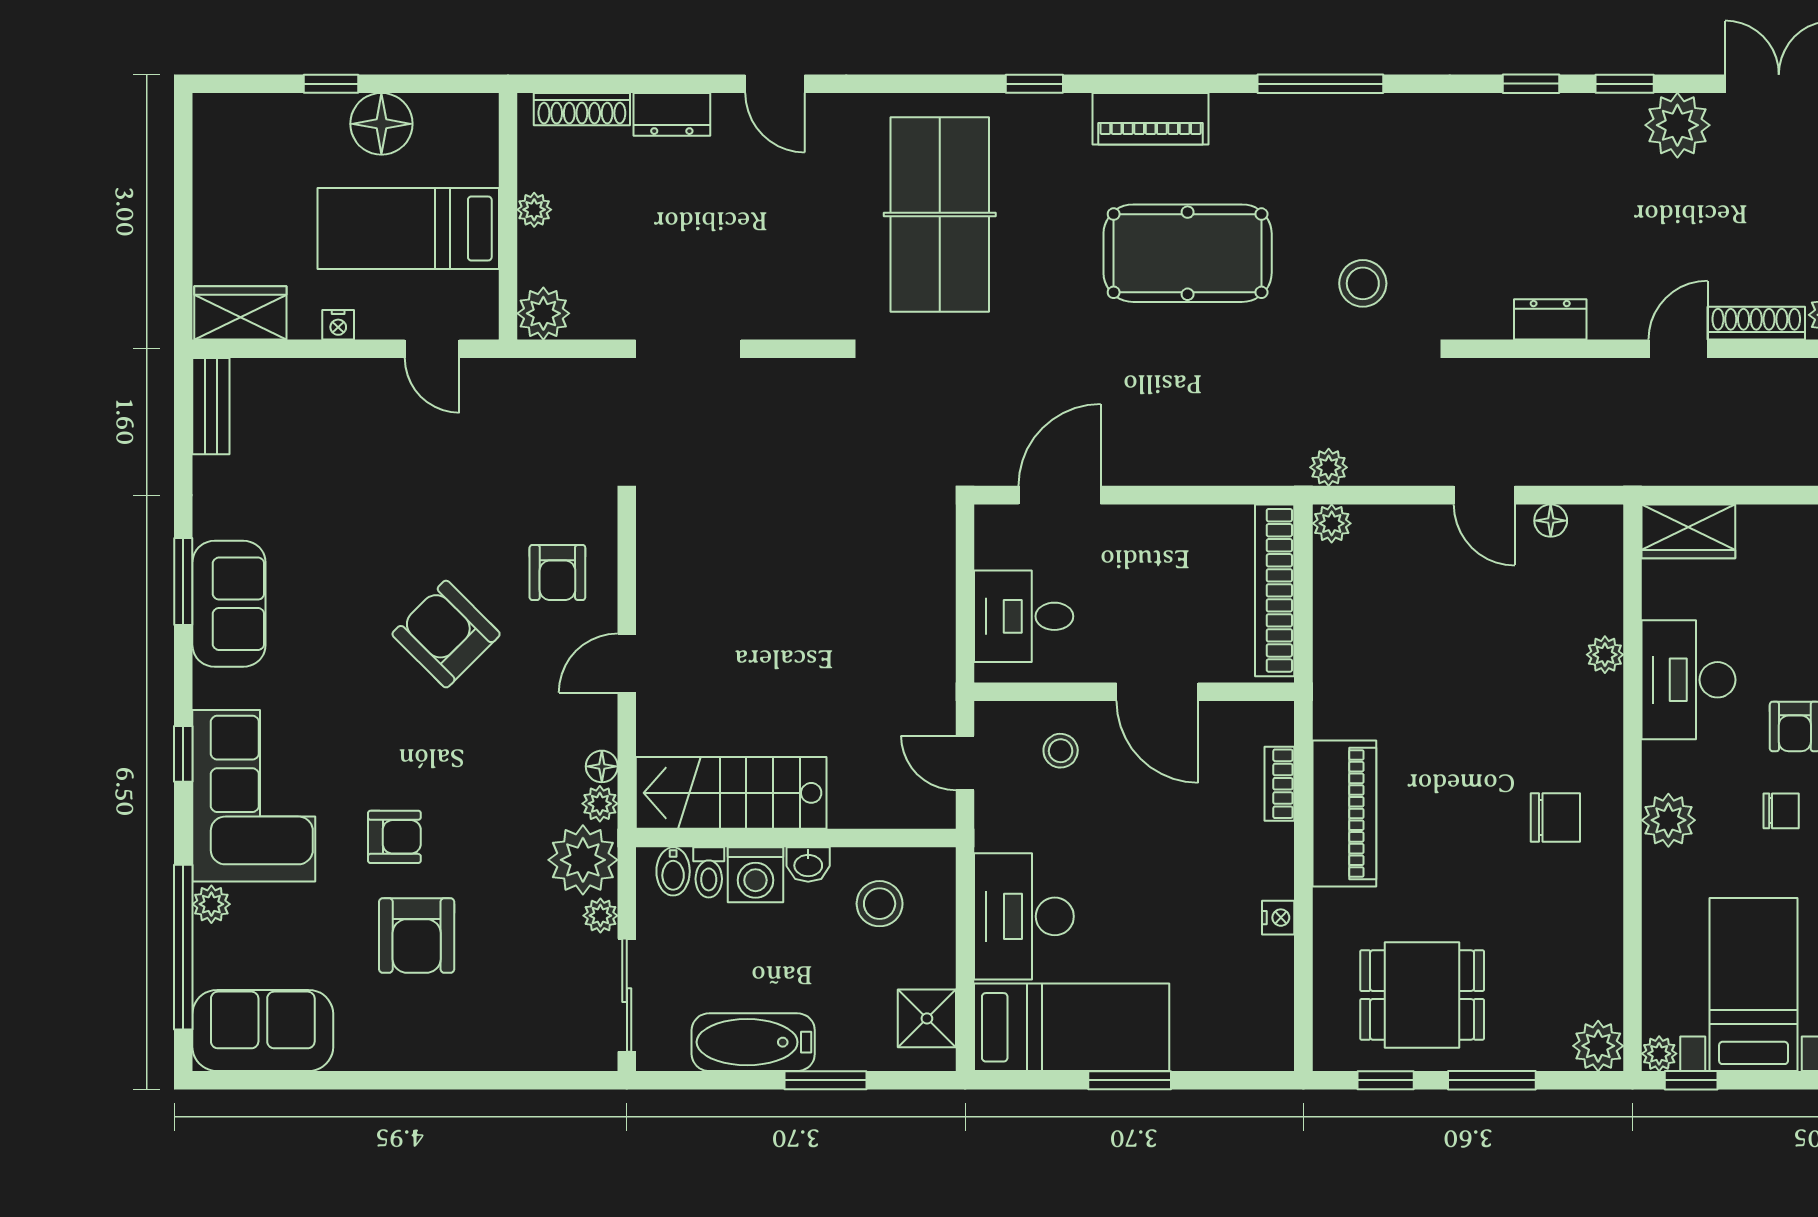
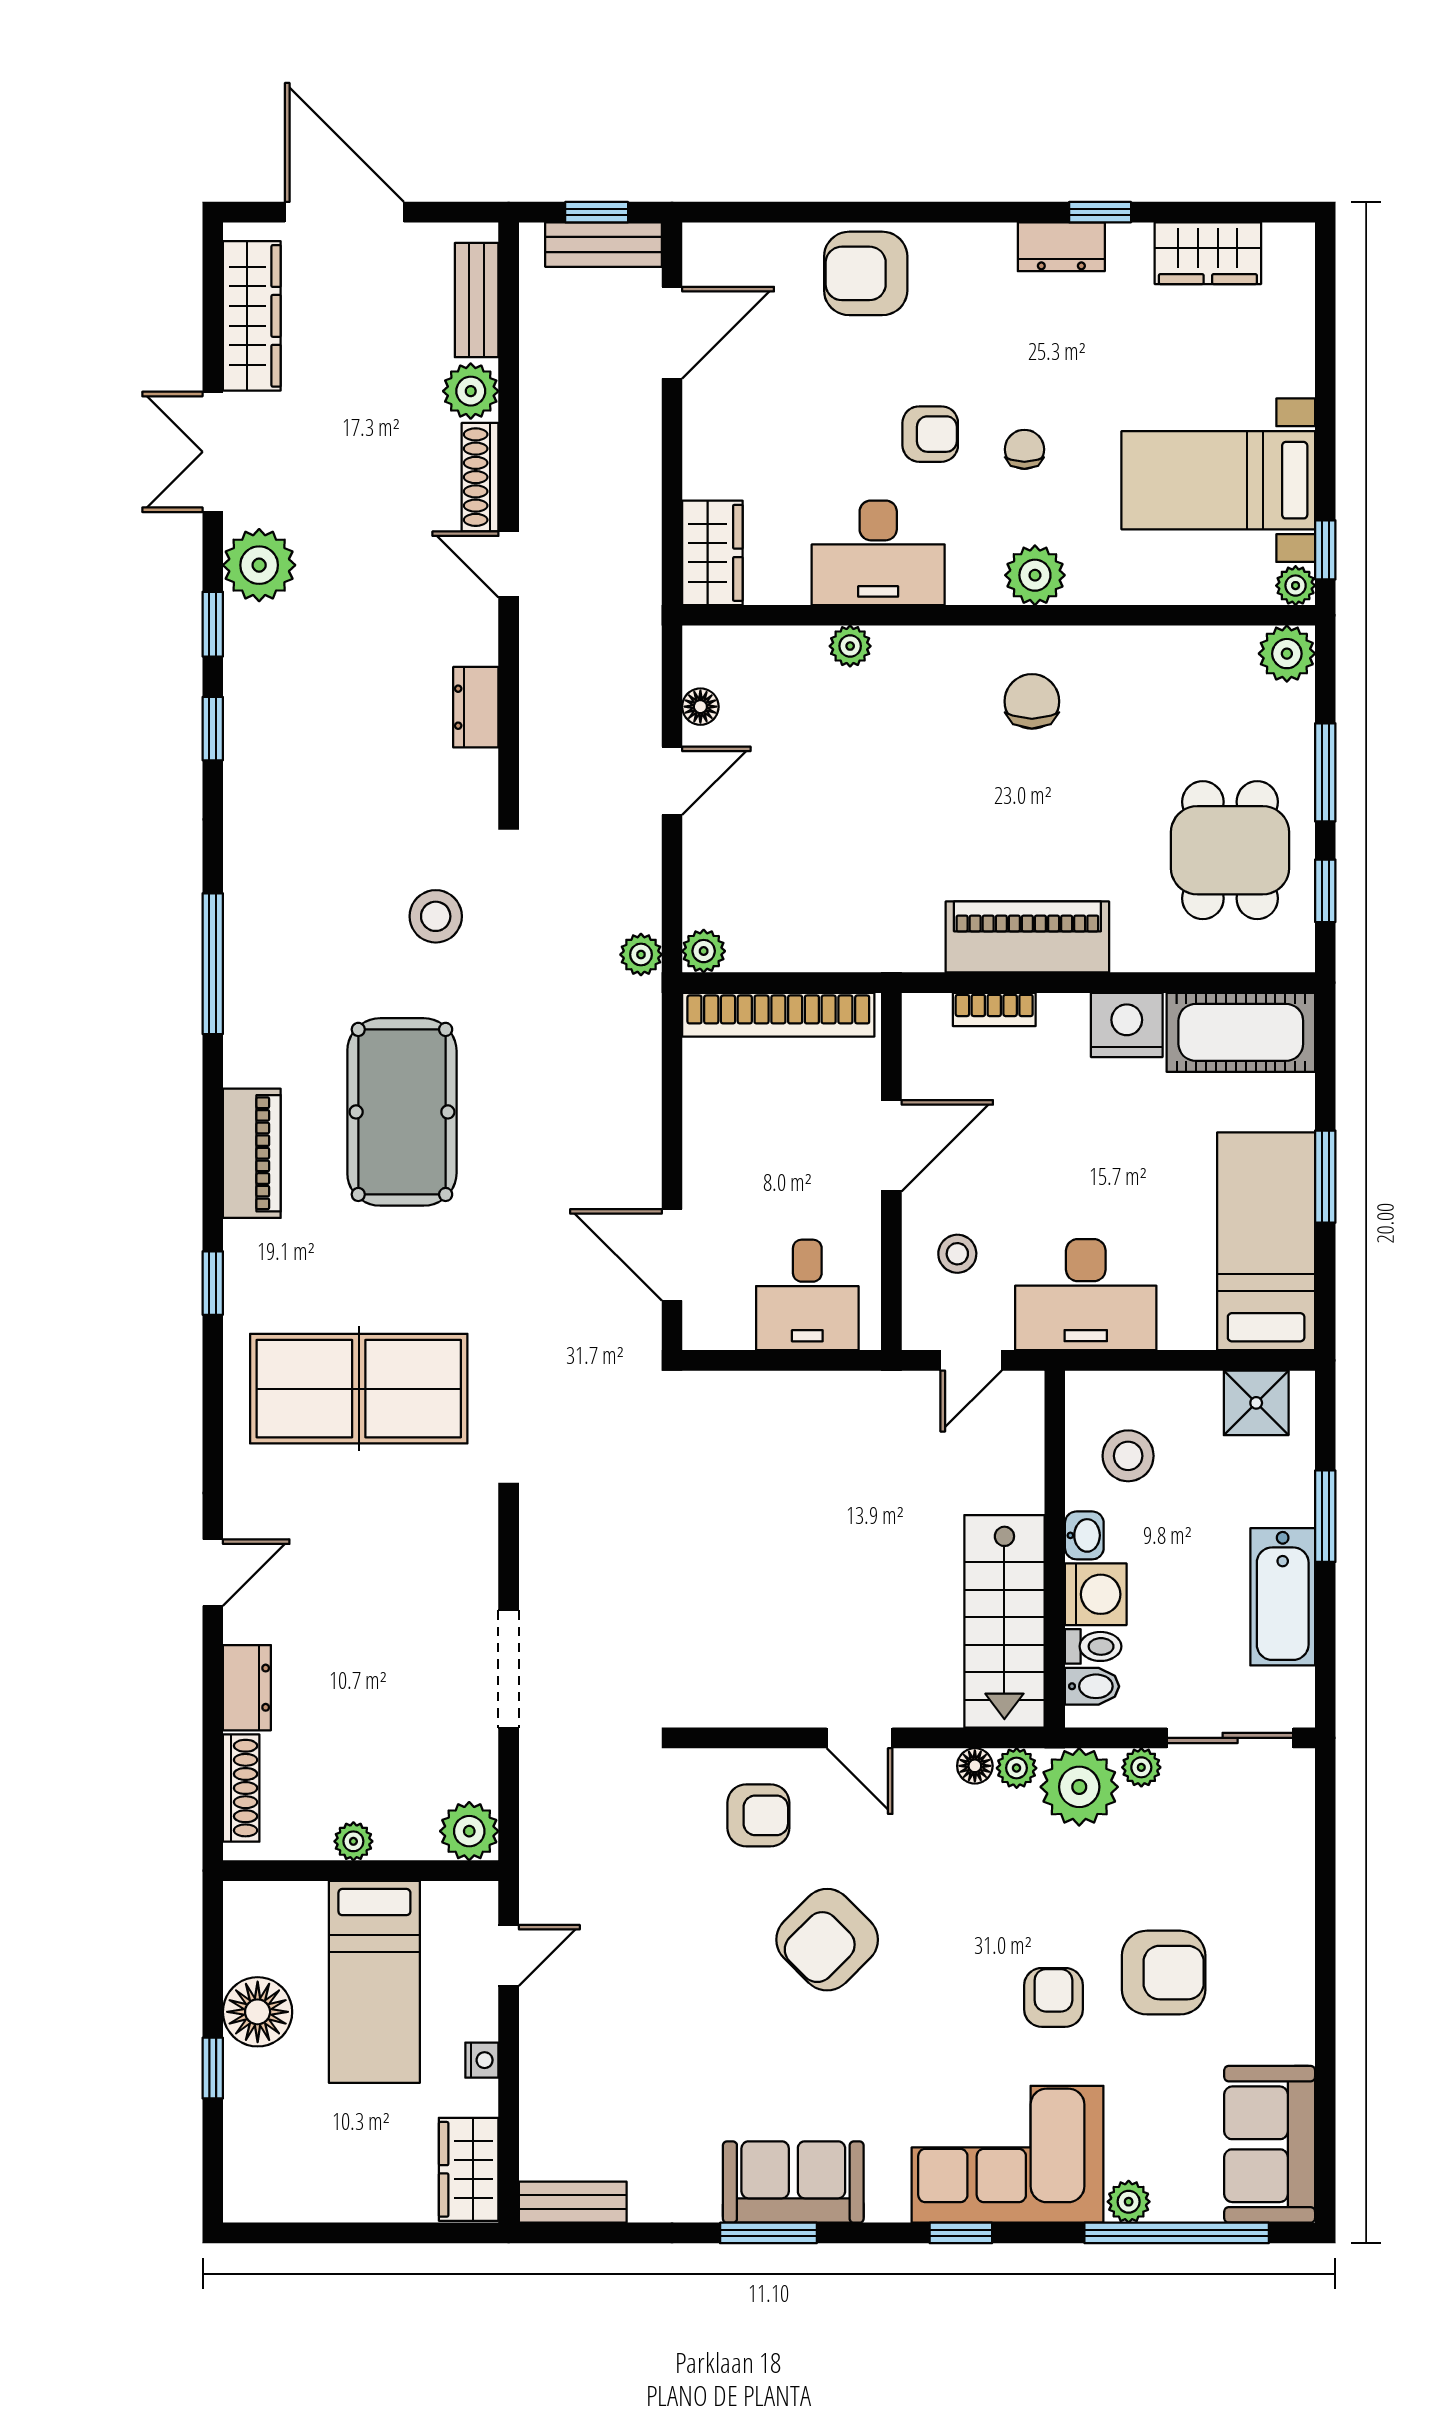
desk: (1024, 916) -> (1086, 1295), moved
nightstand: (1278, 918) -> (1127, 1025), width x1.89, depth x1.79
cot: (1259, 1005) -> (1241, 1032), added

